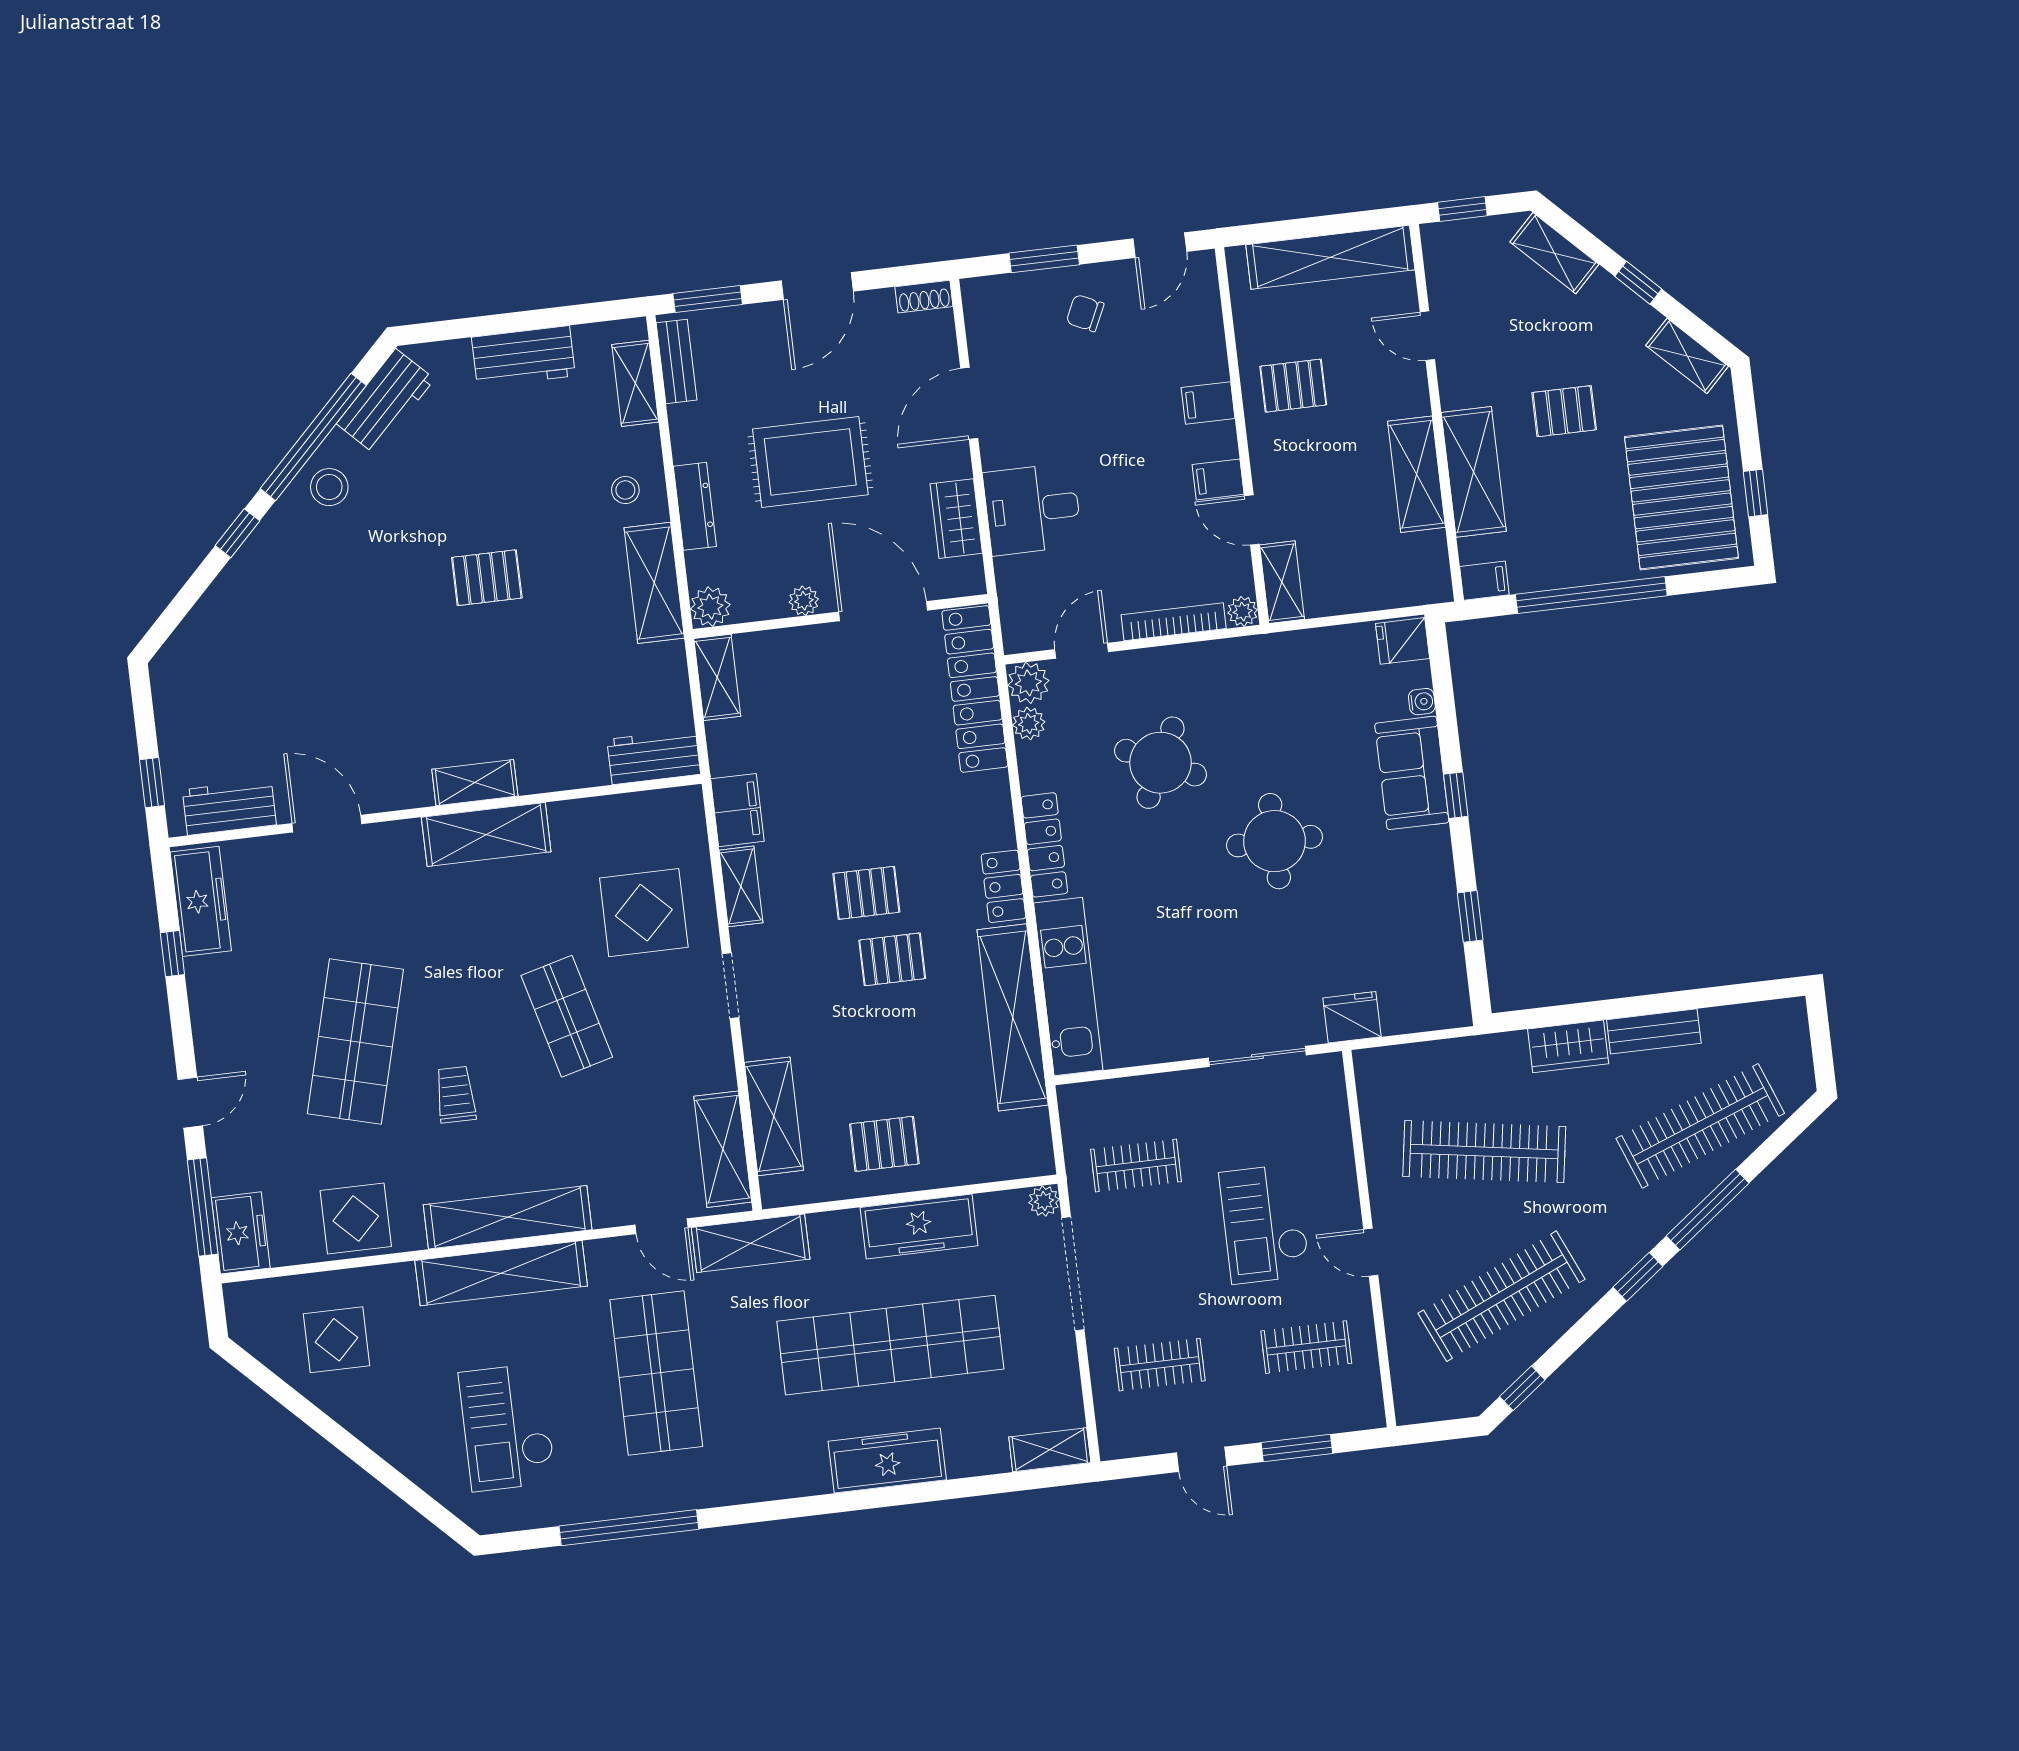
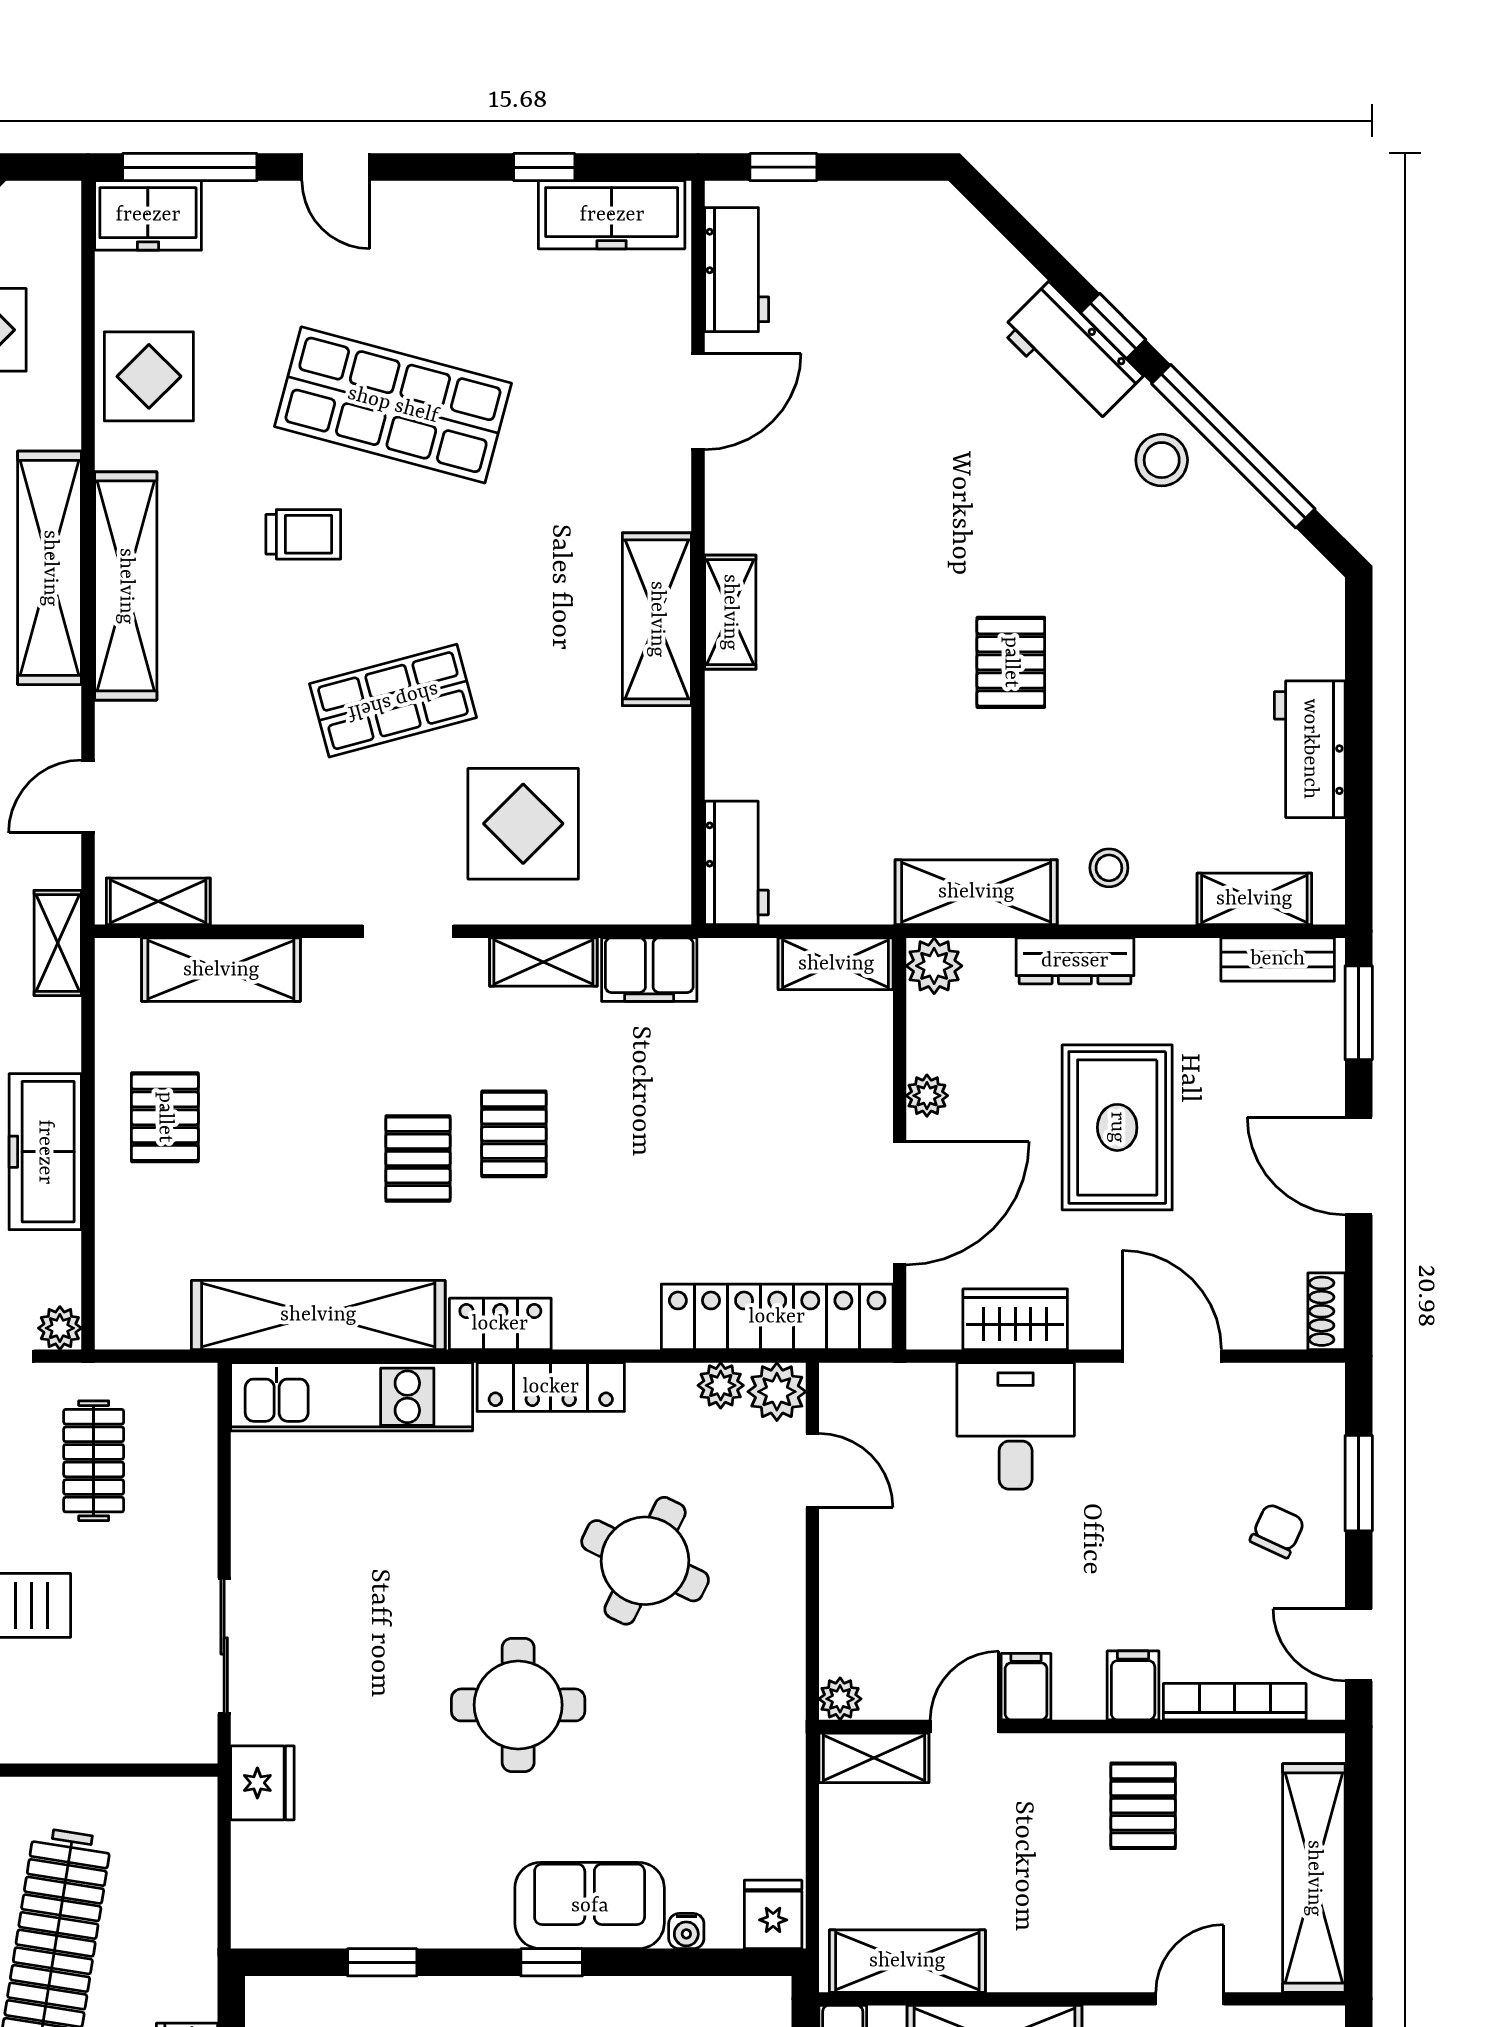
workbench: (385, 401) -> (1072, 353), moved
shelving: (1417, 474) -> (907, 1961), moved
bookcase: (1174, 622) -> (1235, 1702), moved, turned -90
shelving: (723, 1149) -> (158, 901), width x0.67, depth x0.75
shelving: (751, 1243) -> (58, 943), width x0.67, depth x0.75

